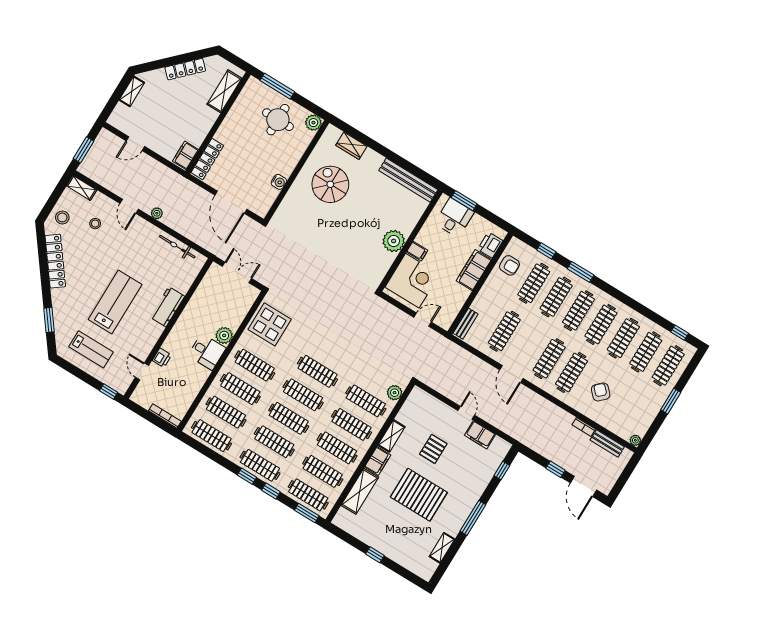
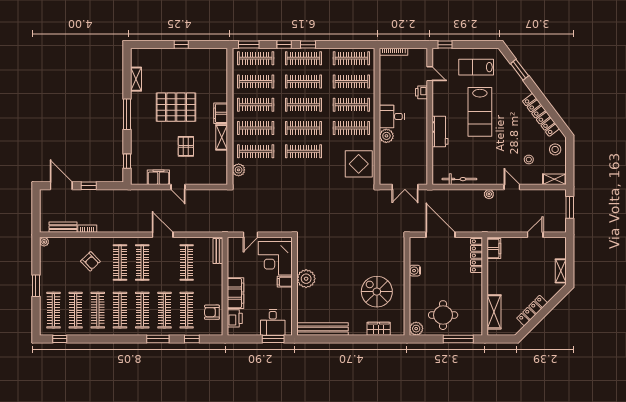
spiral stairs: (330, 184) -> (377, 292), turned 180
shelving: (360, 491) -> (220, 84), removed

